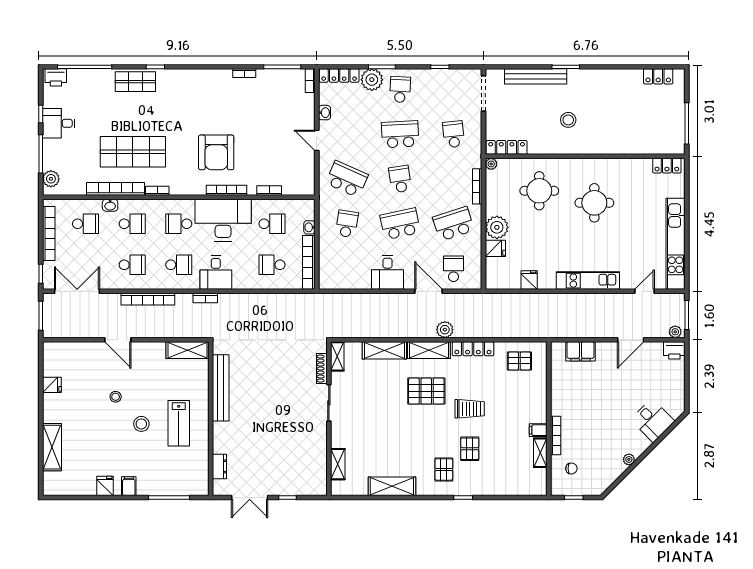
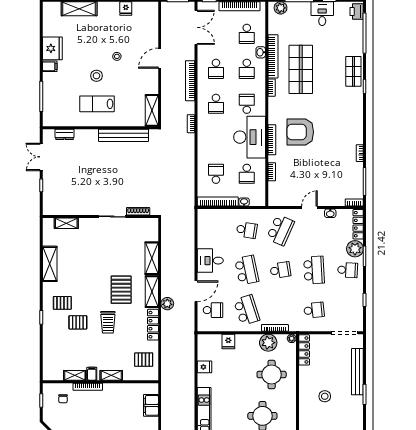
plant: (497, 227) -> (268, 343), moved
desk: (216, 273) -> (210, 132), removed
shelving: (337, 356) -> (111, 375), moved
pallet: (519, 361) -> (144, 360), turned 90
fridge: (105, 486) -> (52, 48), width x1.88, depth x1.34

